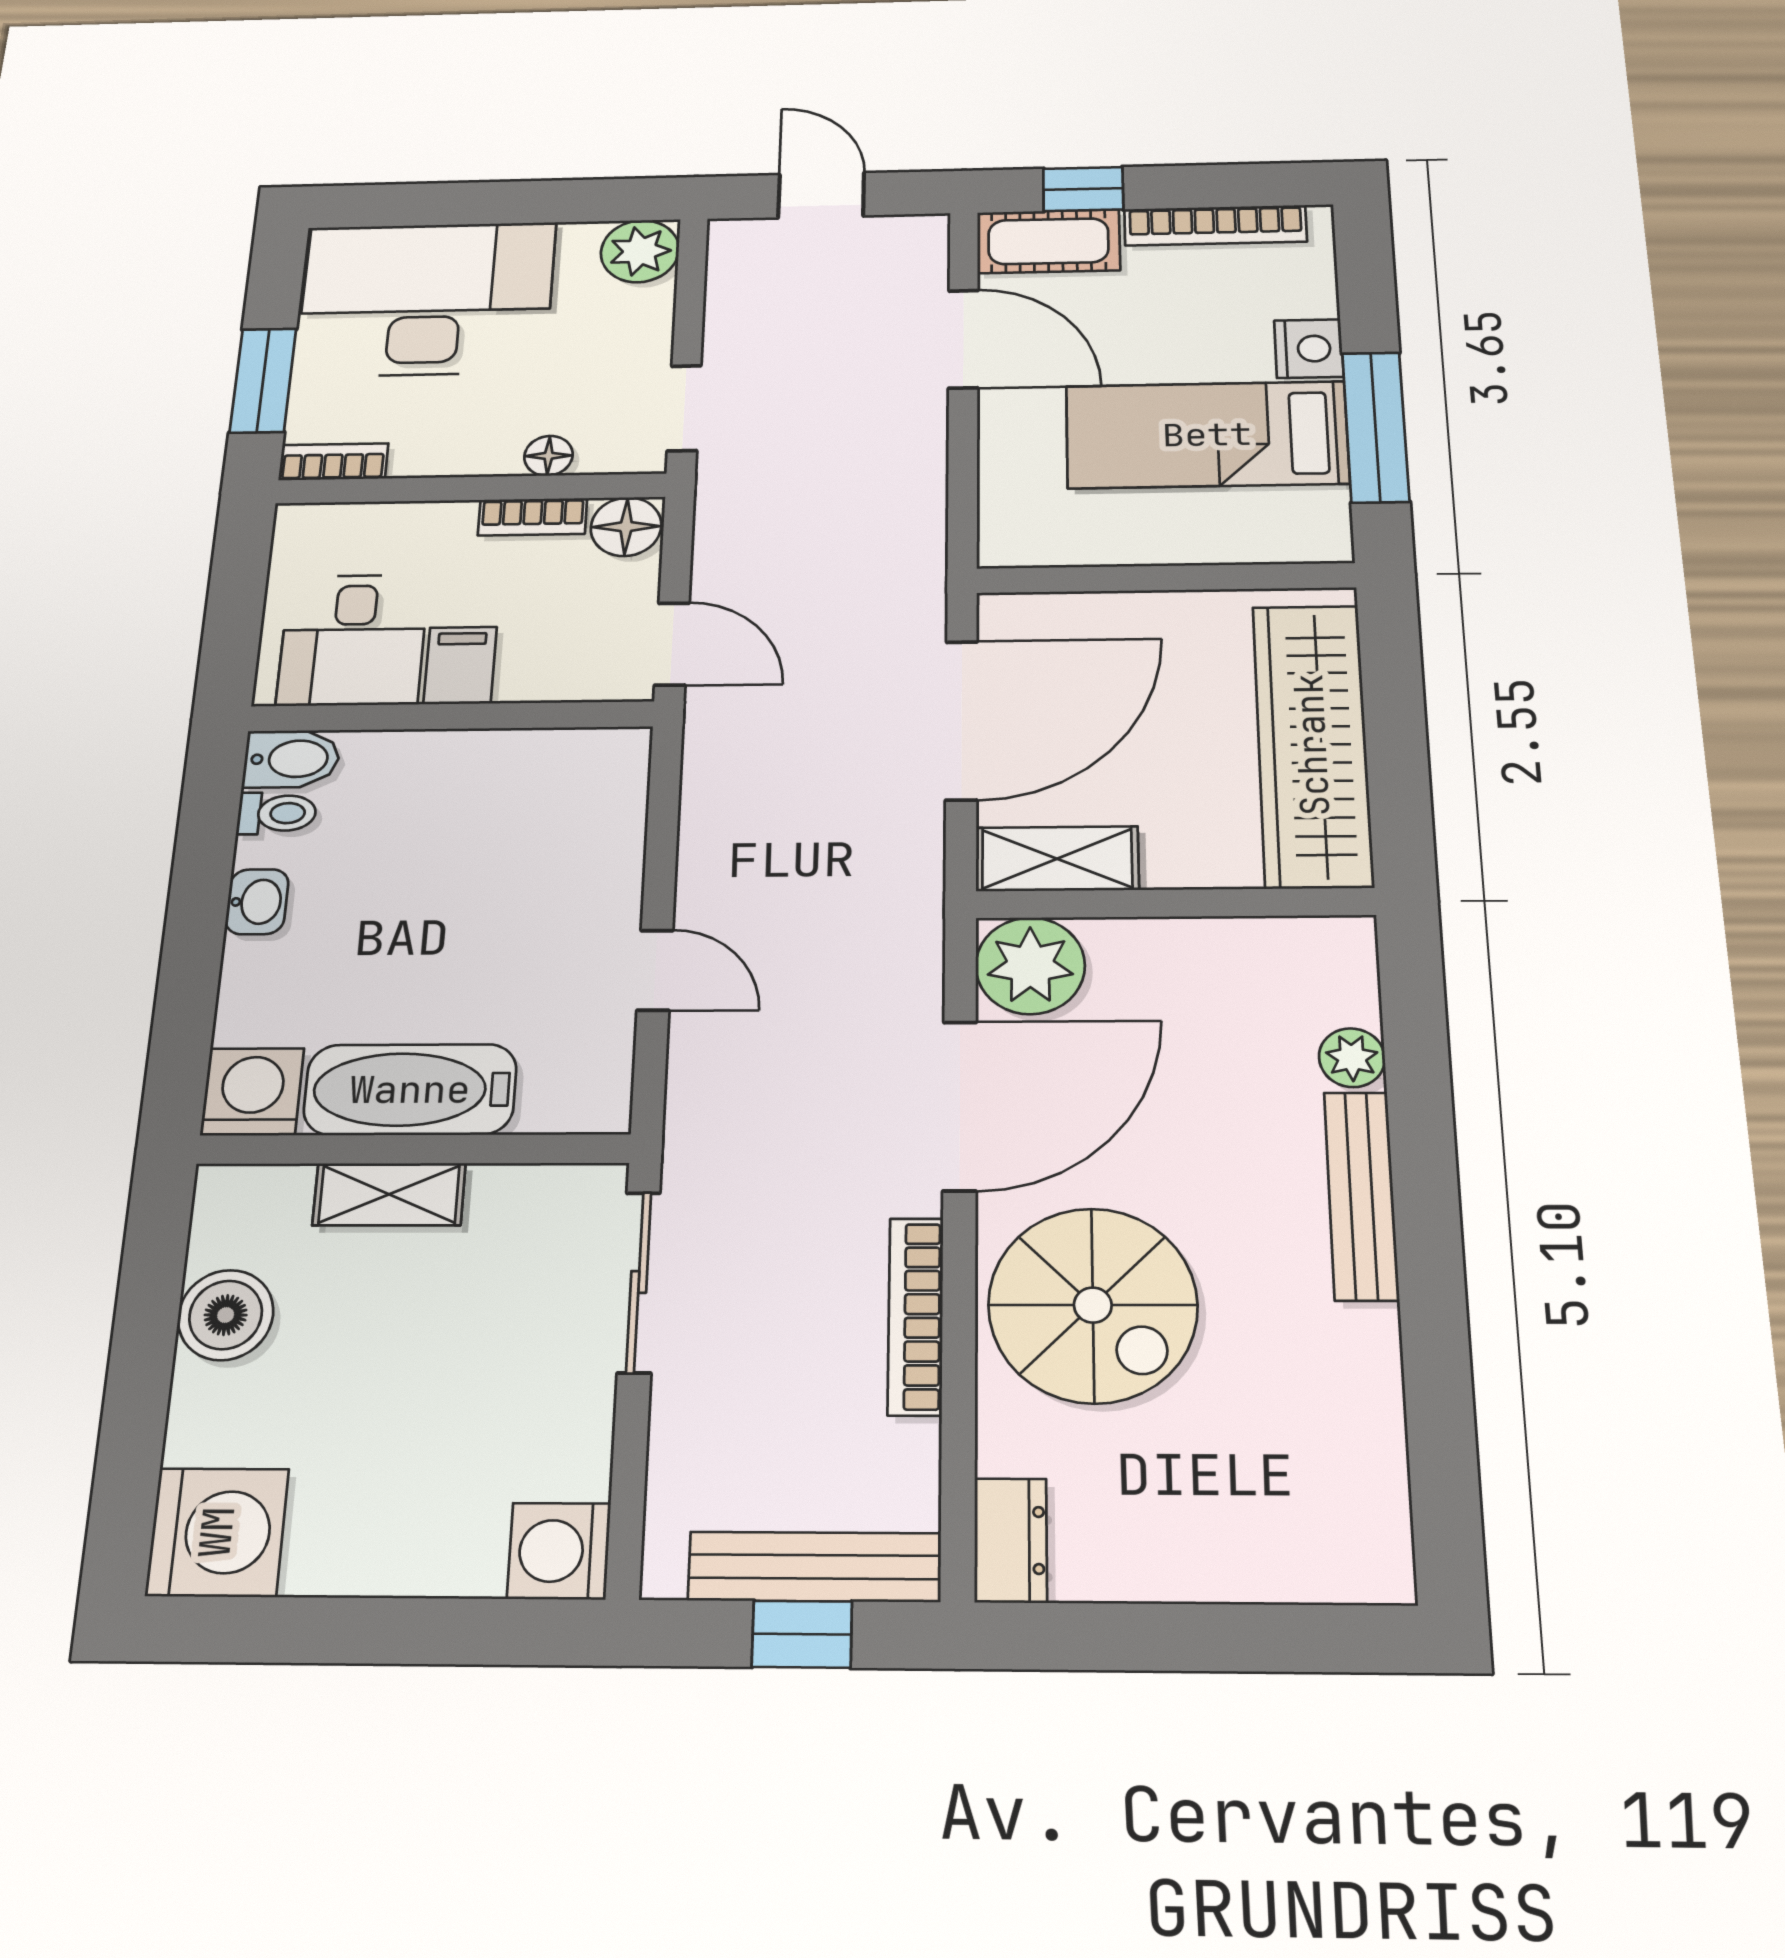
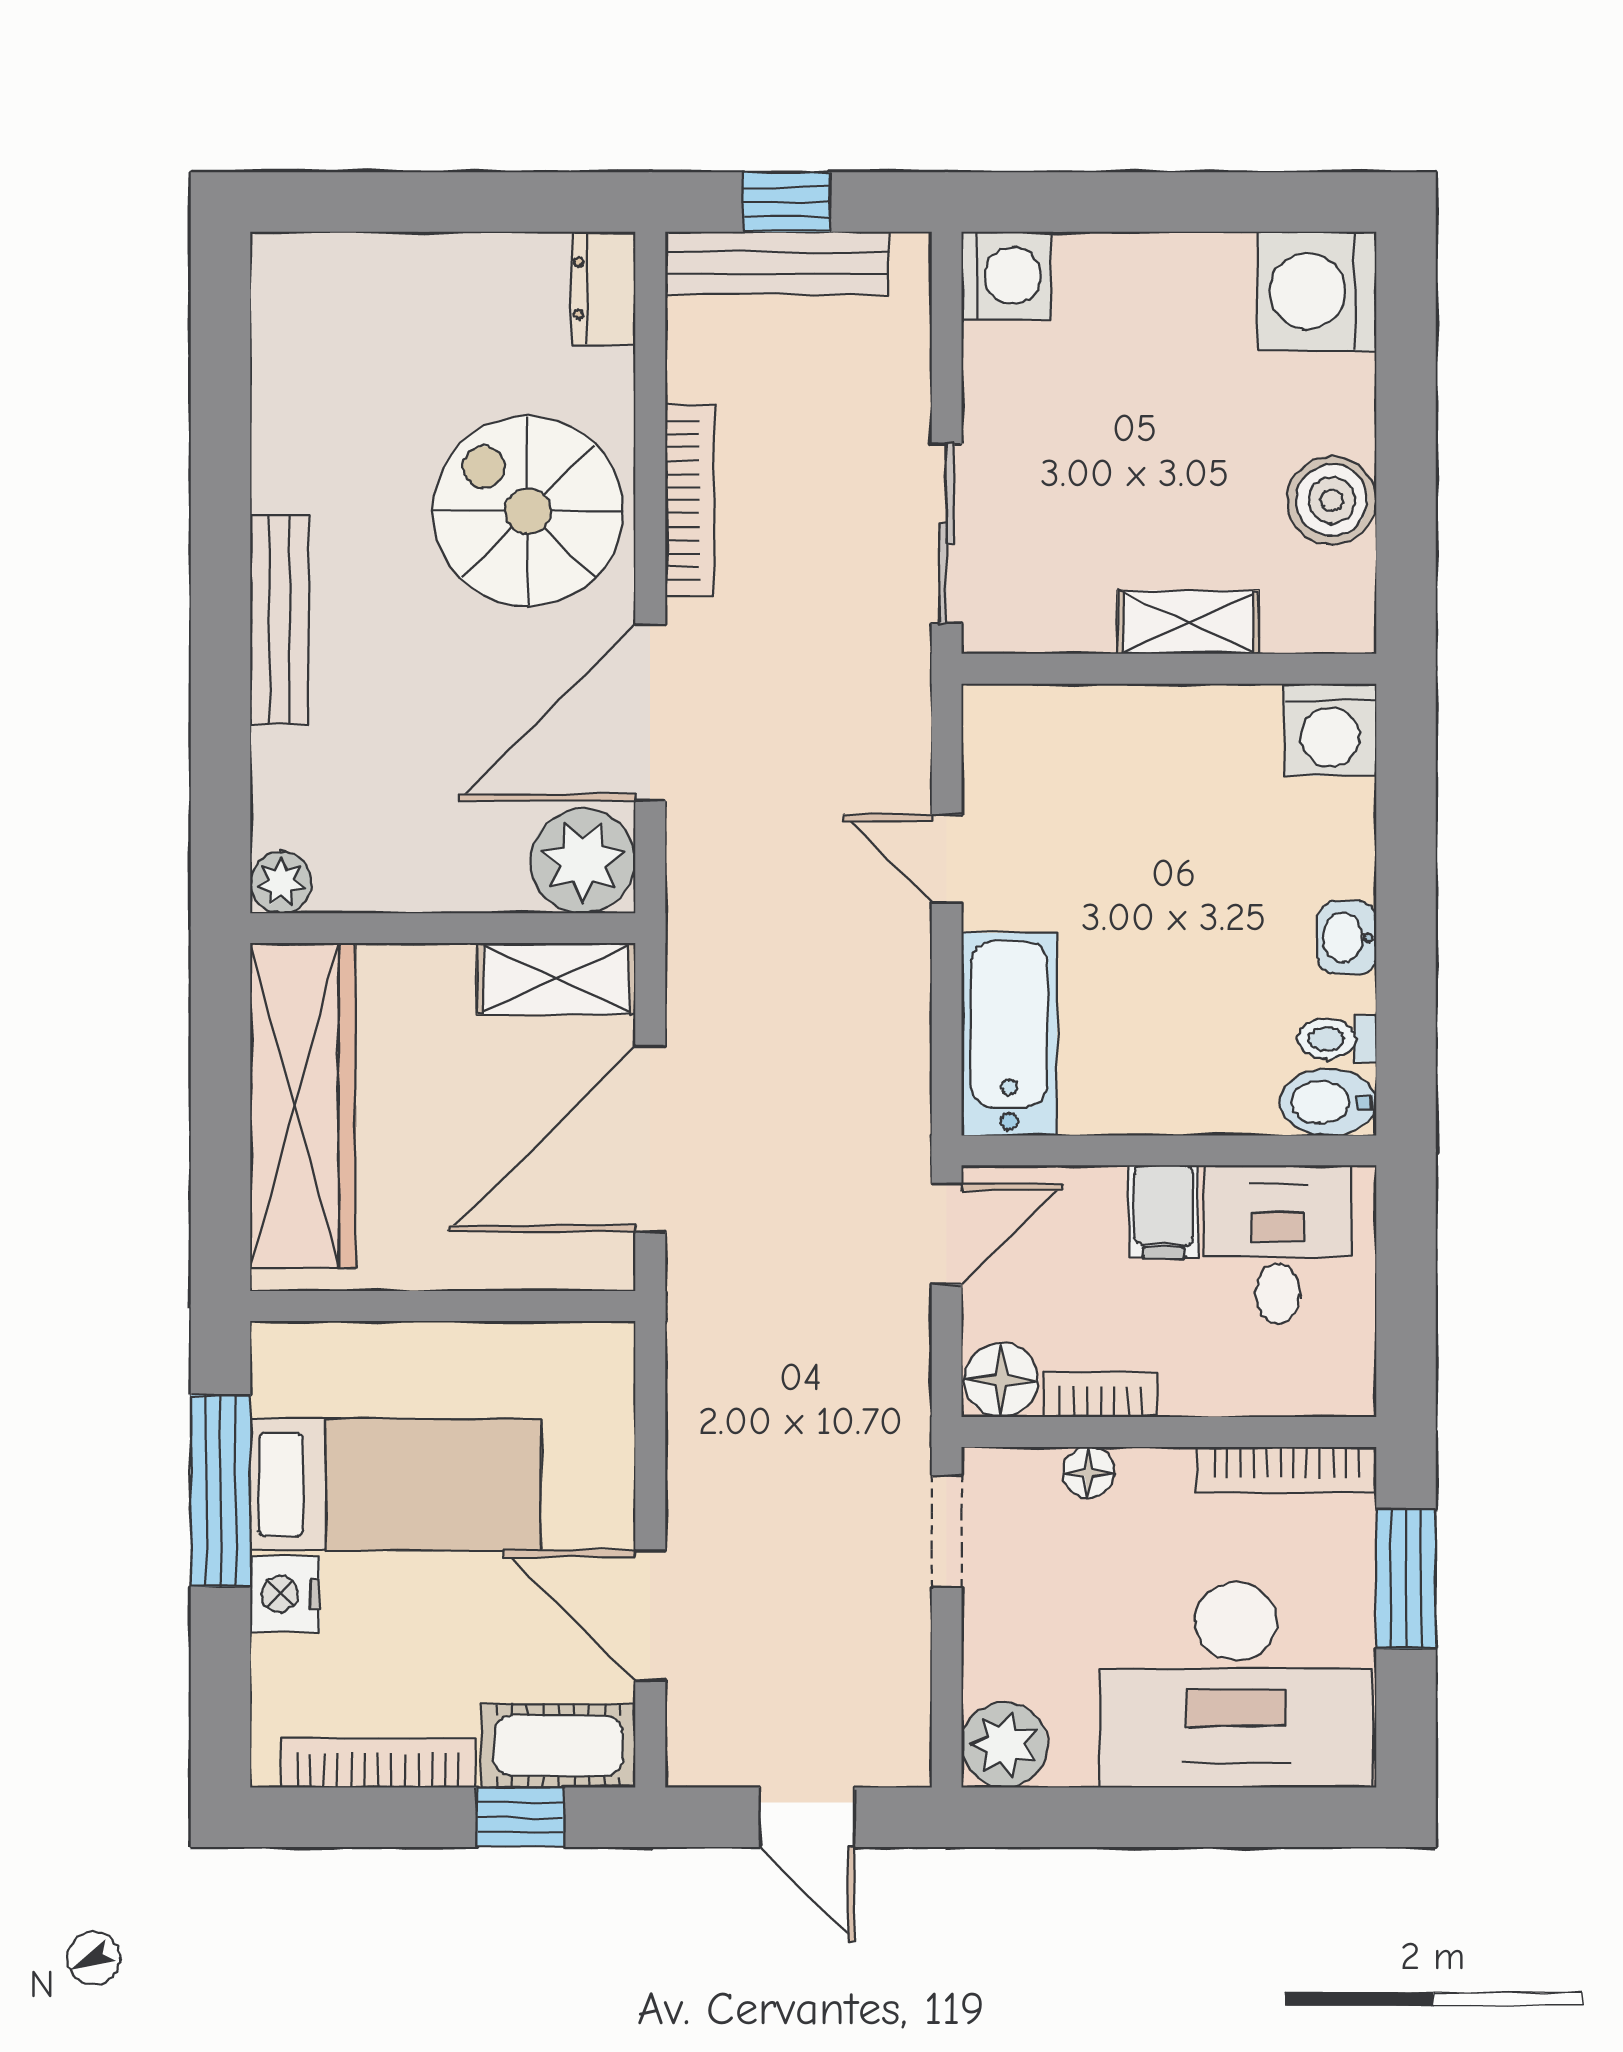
bookcase: (333, 462) -> (1287, 1470), width x1.56
door: (672, 644) -> (947, 1234), swing flipped
plant: (1352, 1058) -> (281, 882), moved
bathtub: (410, 1090) -> (1009, 1034), moved, turned -90

